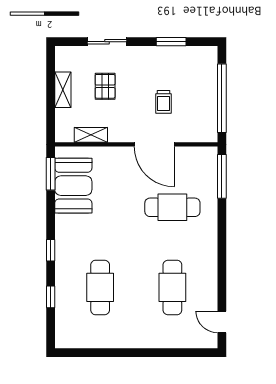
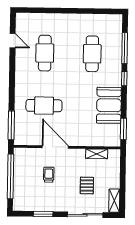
sliding door: (107, 42) -> (85, 215), width x1.37
shelving: (63, 90) -> (114, 201), moved
booth: (73, 186) -> (109, 105), moved
window: (51, 297) -> (125, 48), width x2.17
door: (222, 322) -> (13, 41), moved

